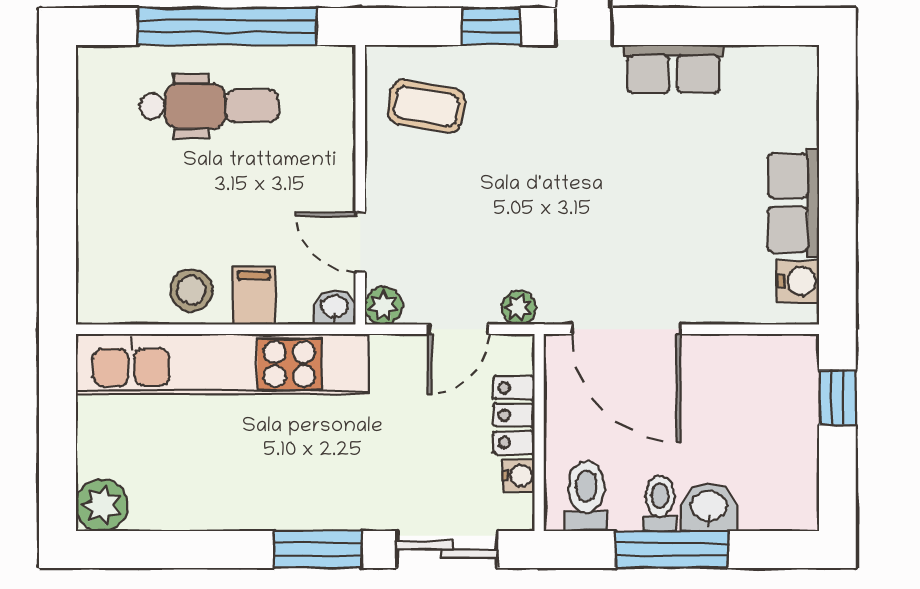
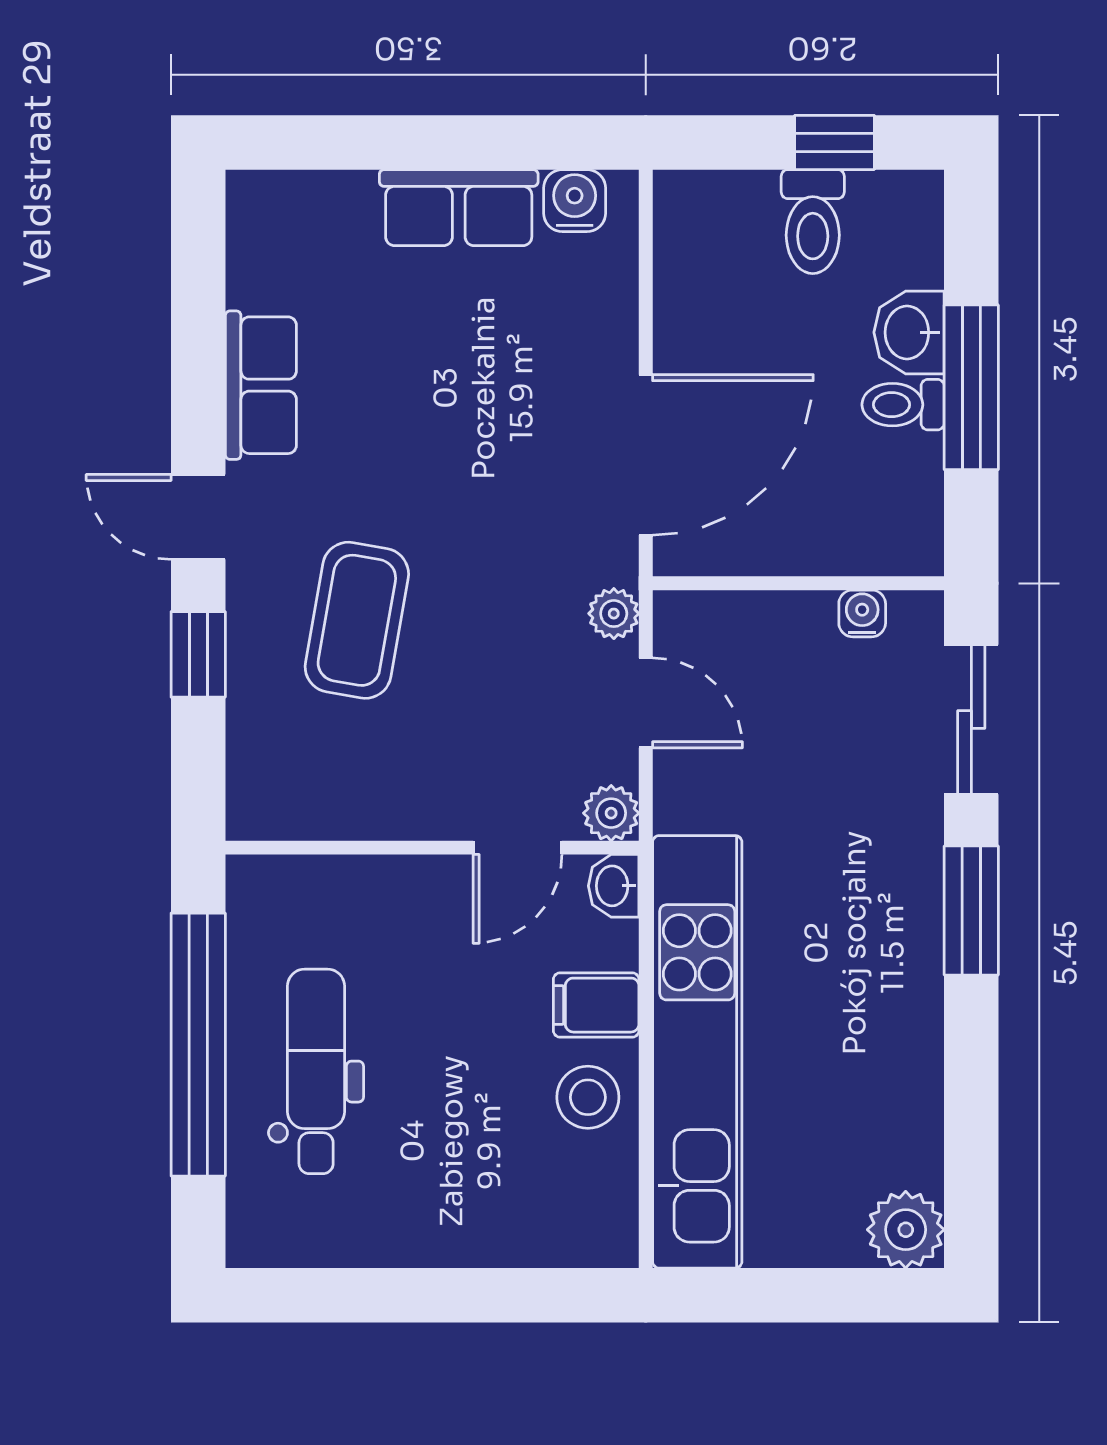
coffee table: (426, 106) -> (357, 620), moved, width x1.36, depth x1.30
window: (837, 398) -> (834, 142), moved
locker: (514, 415) -> (773, 621), removed
toilet: (586, 496) -> (813, 222), moved, turned -90

